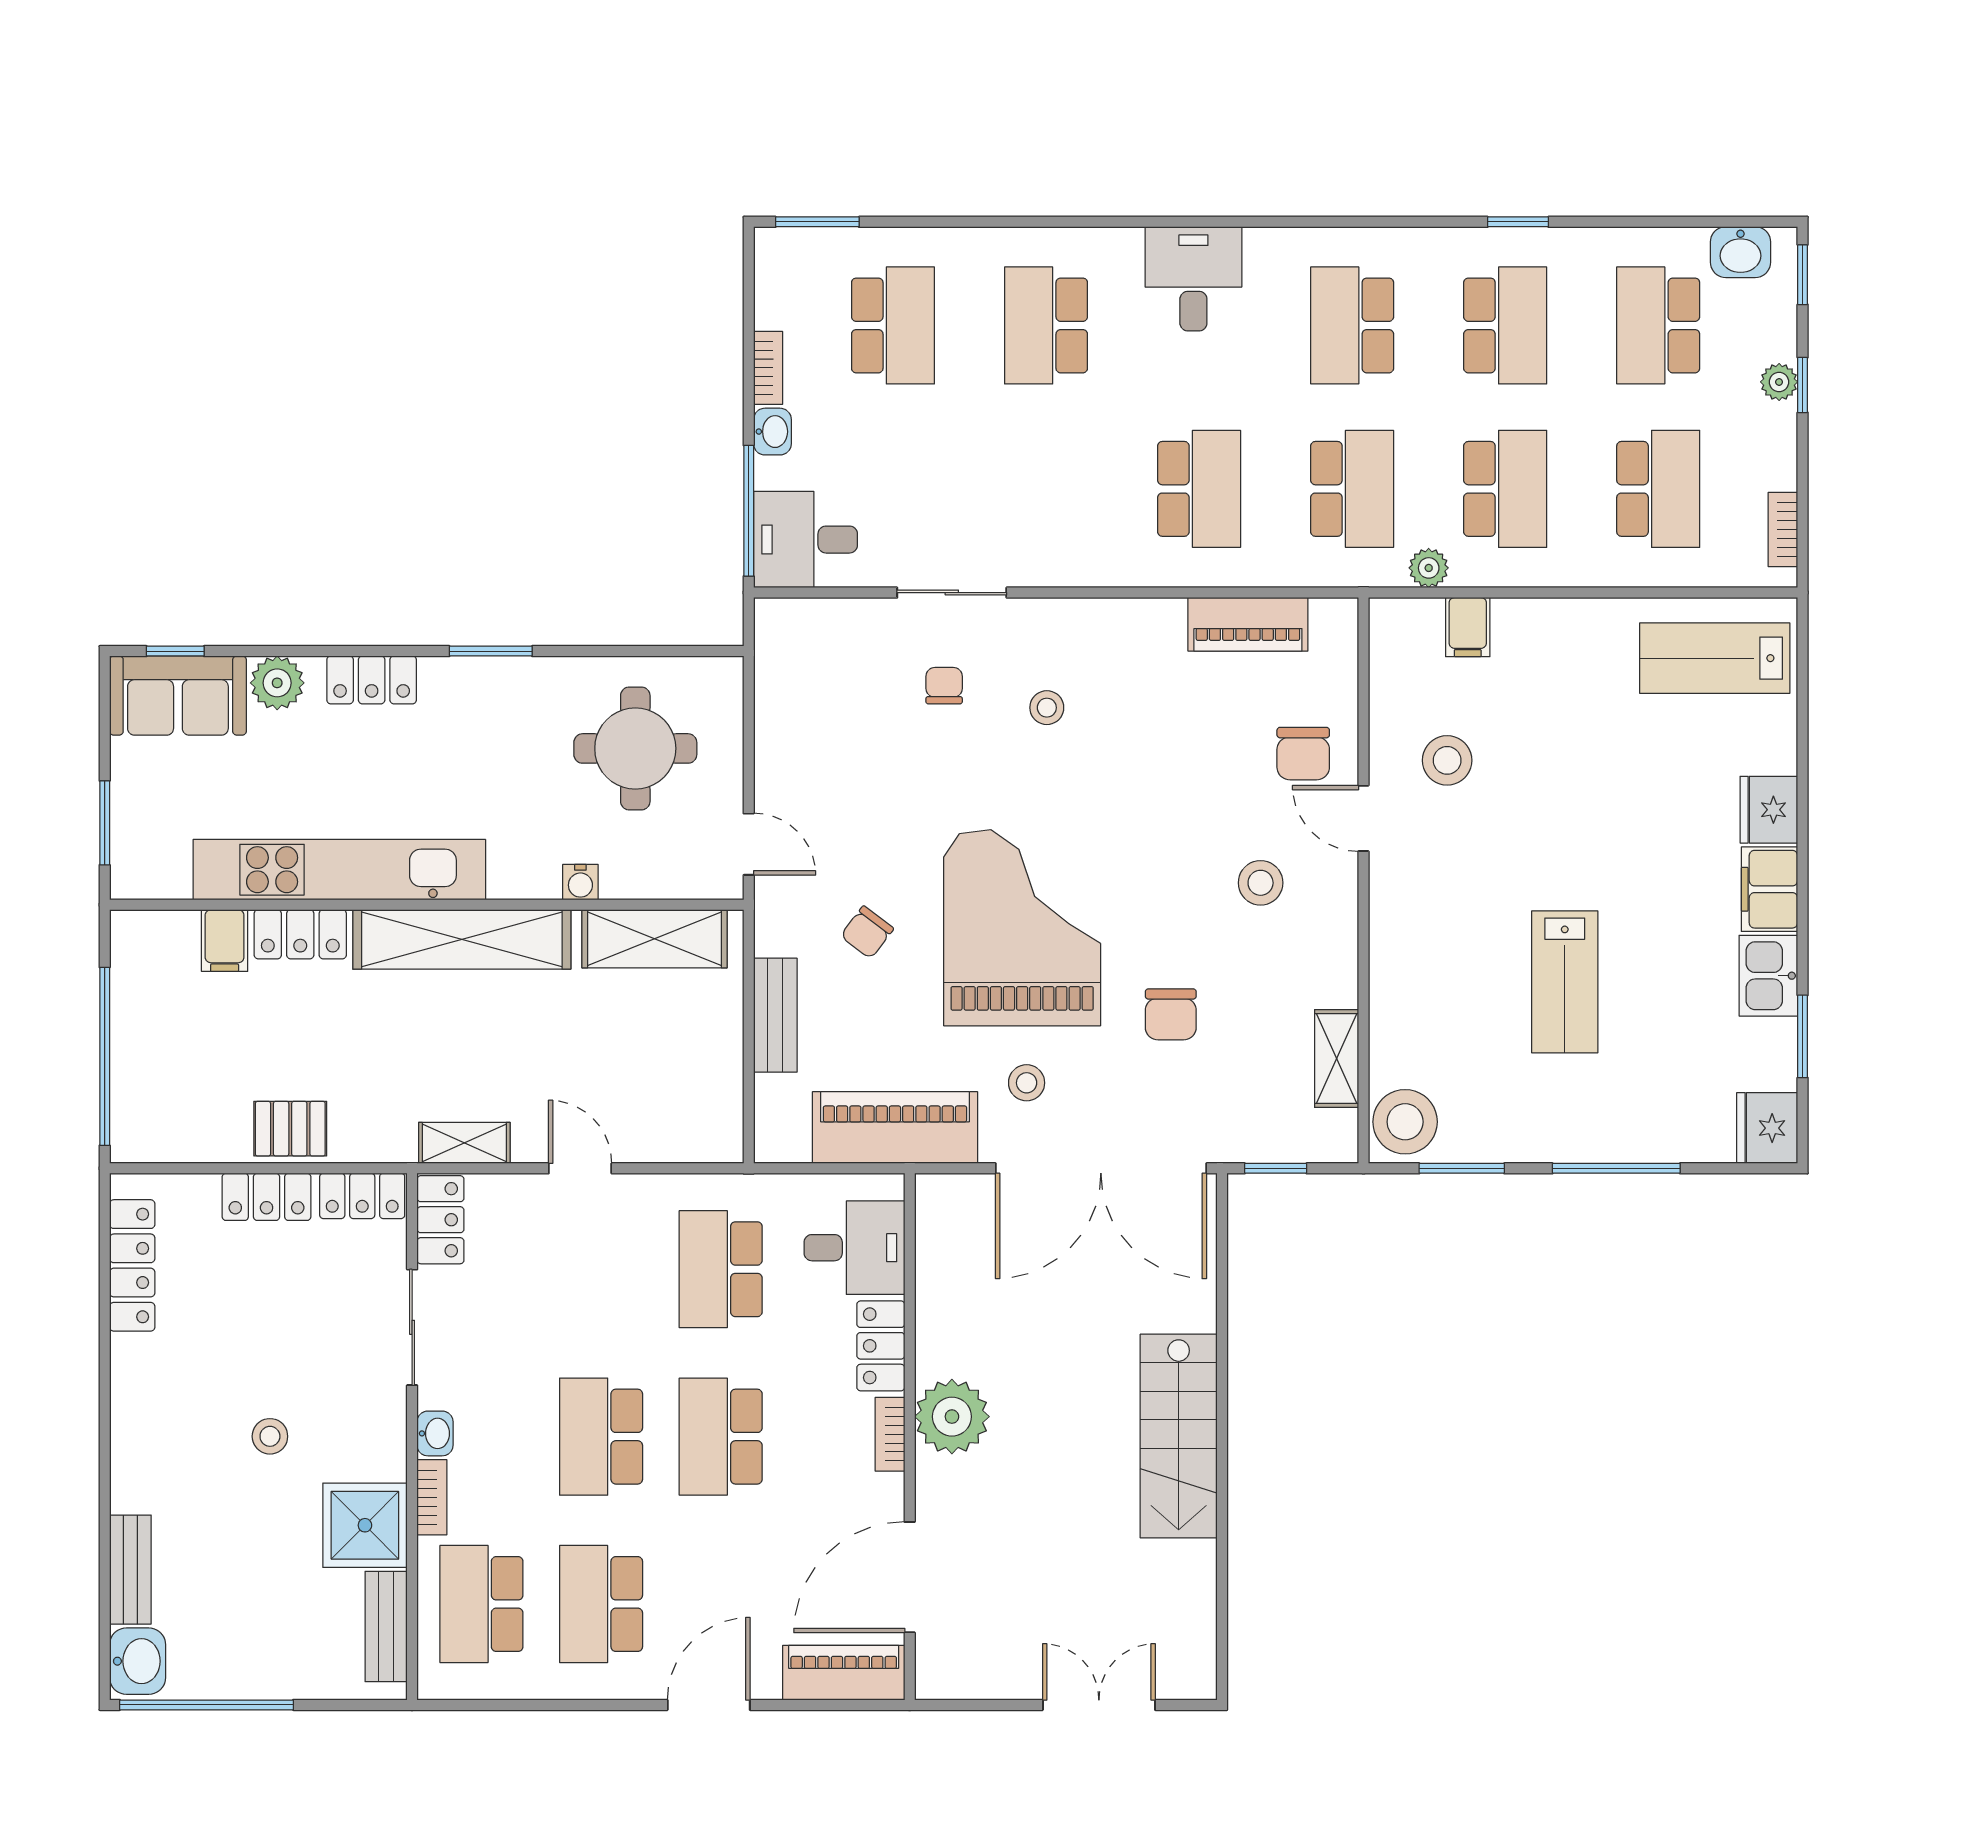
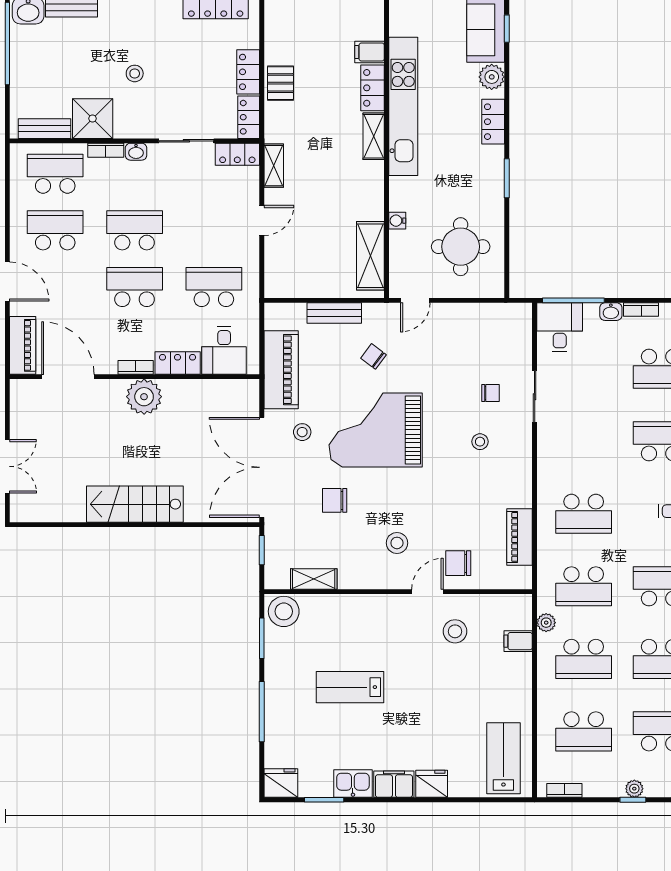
grand piano: (1022, 928) -> (376, 430), turned 180
shelving: (462, 939) -> (374, 136), width x0.45, depth x0.75

